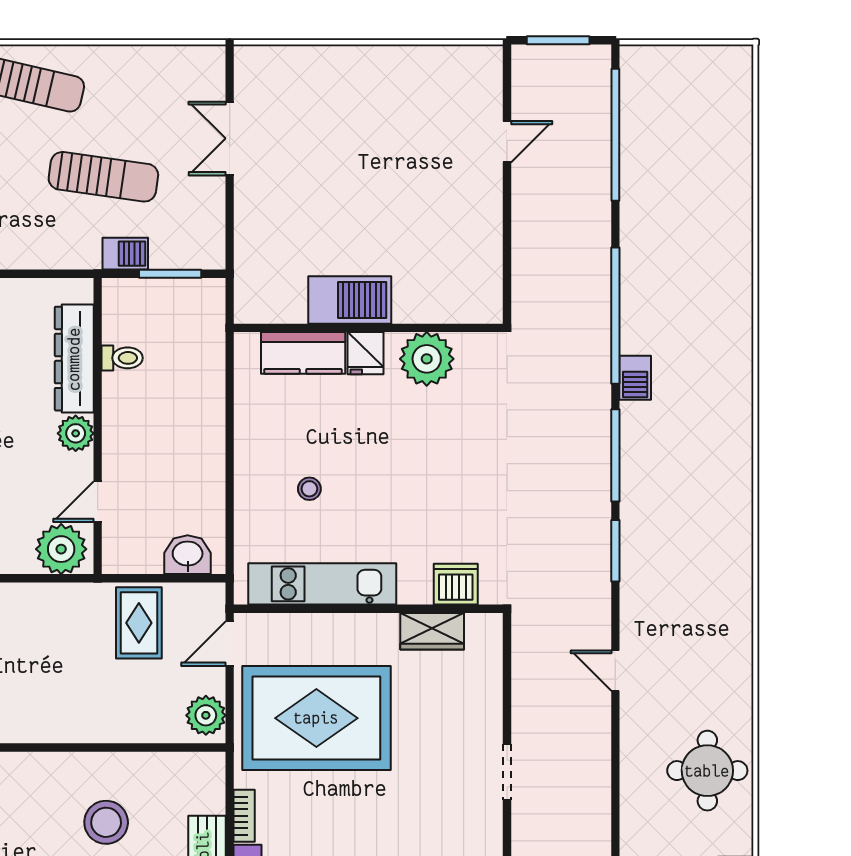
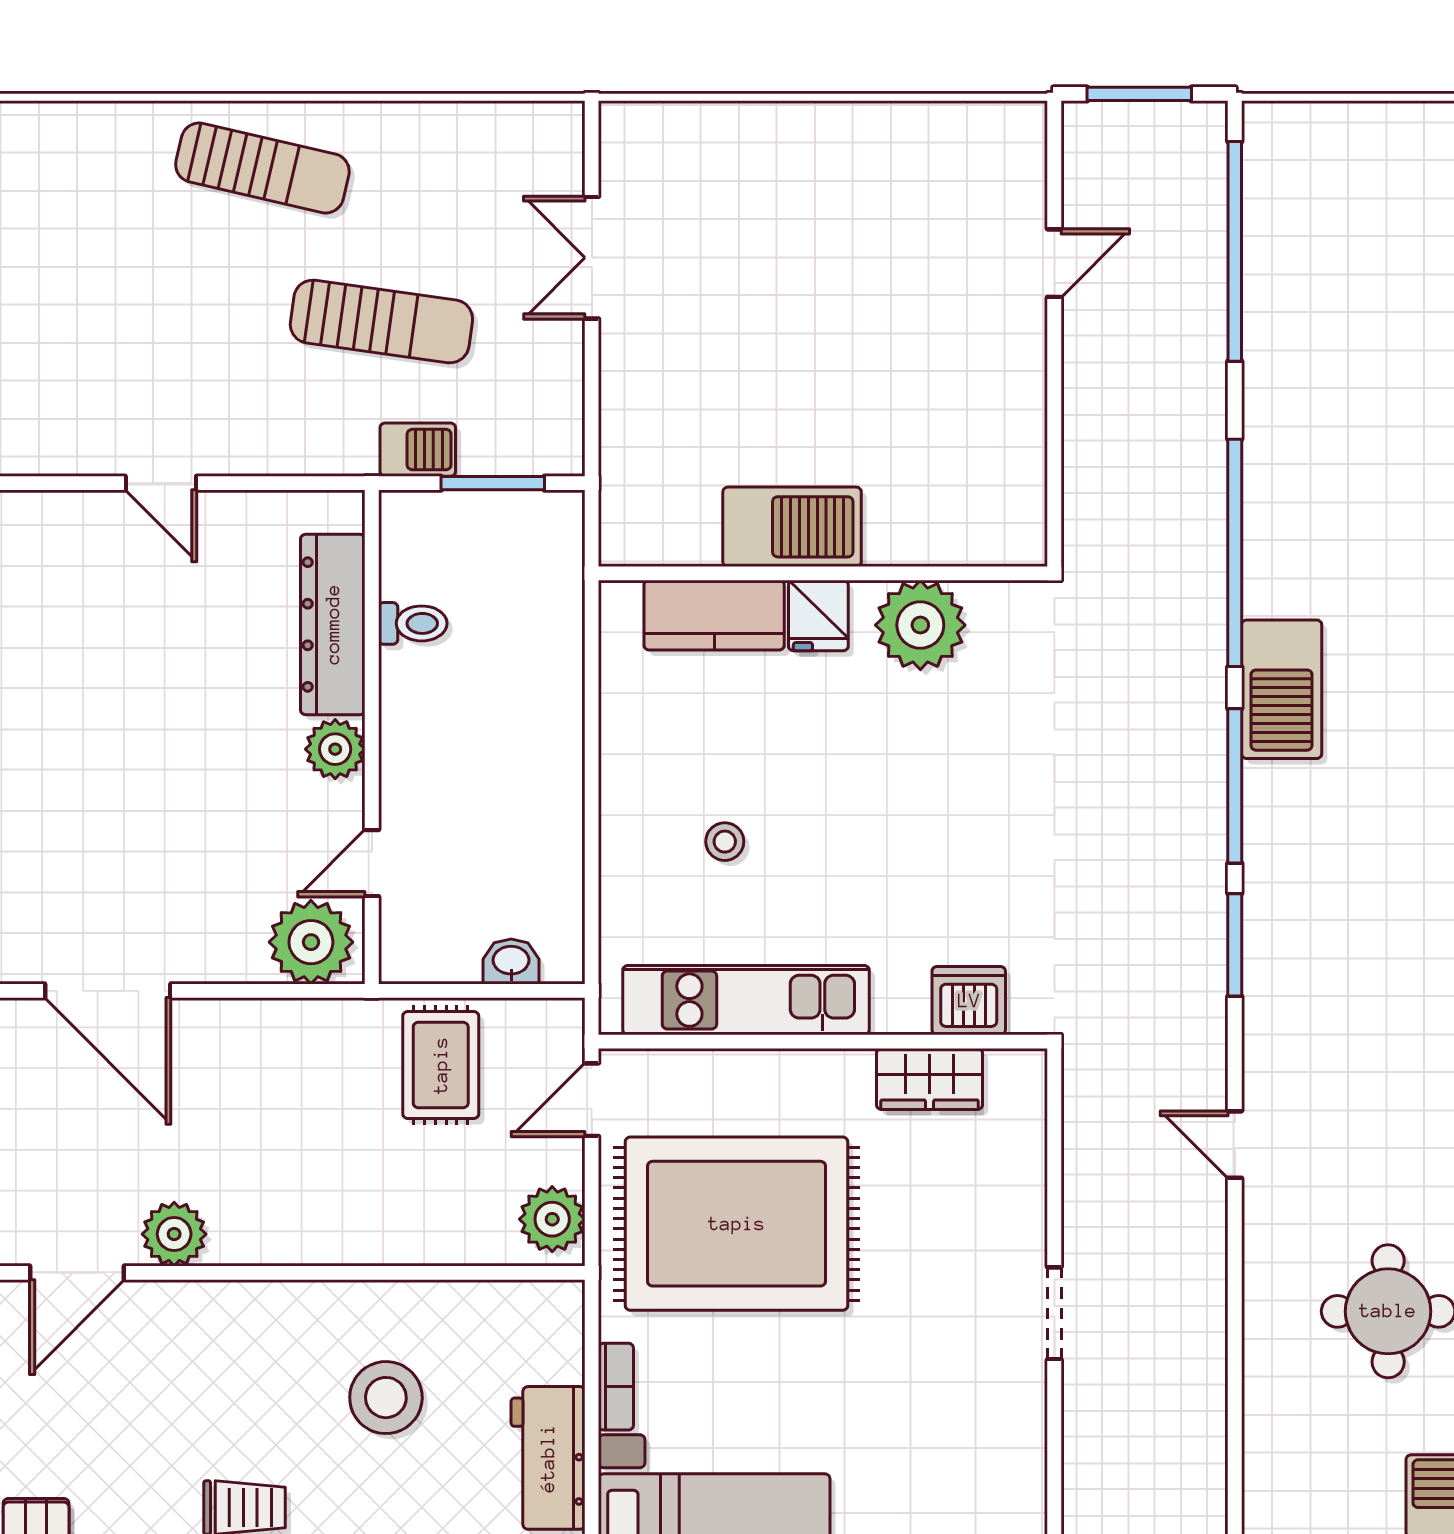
barbecue: (635, 378) -> (1282, 689), width x1.88, depth x1.53
washbasin: (188, 555) -> (511, 961), width x0.72, depth x0.69

